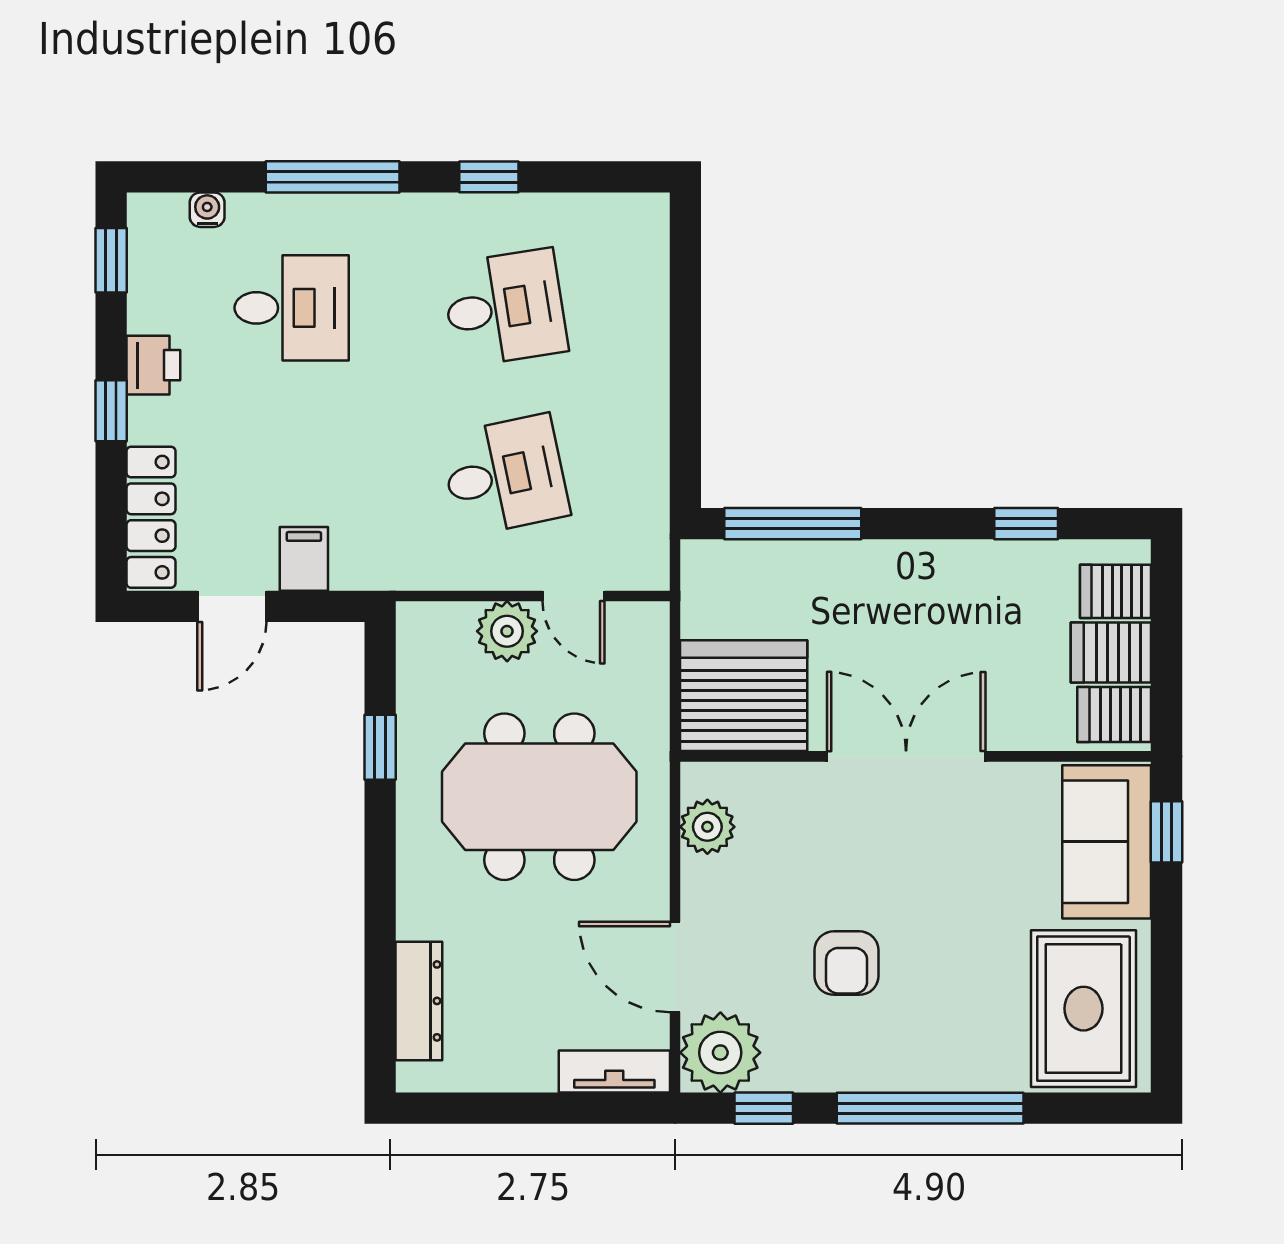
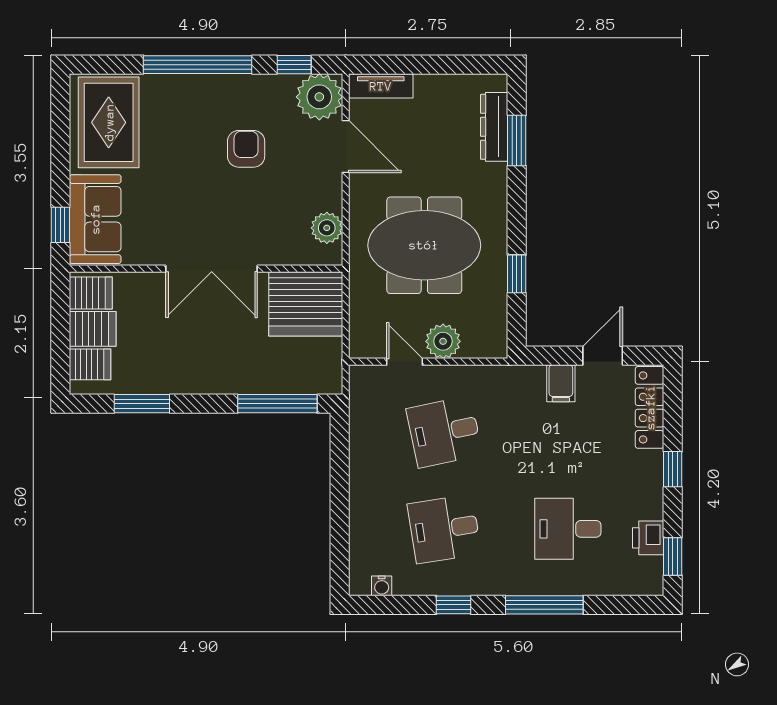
water cooler: (207, 210) -> (382, 586), moved
printer: (153, 365) -> (648, 538), moved
window: (1026, 524) -> (142, 404), width x1.50
window: (380, 977) -> (517, 140), added

